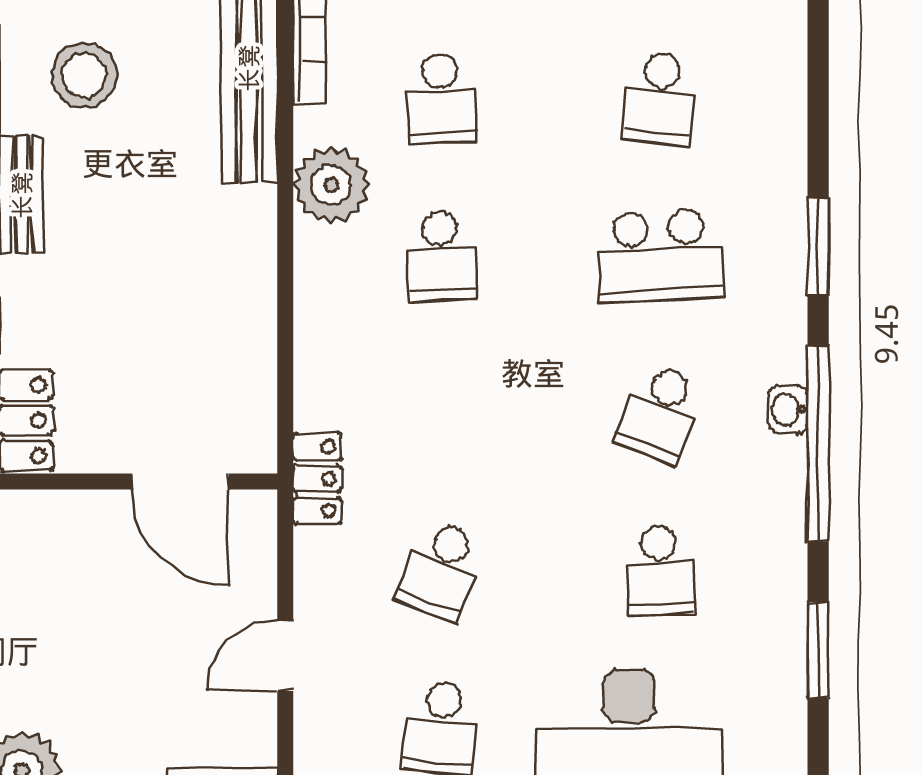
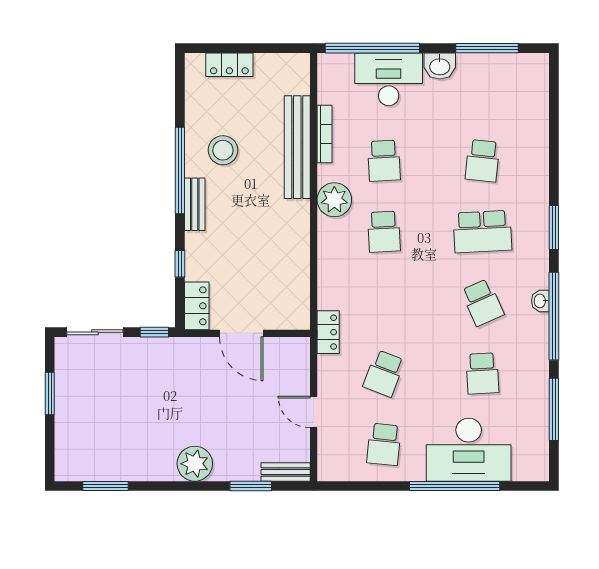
school desk: (660, 413) -> (482, 303), turned -45
door: (181, 481) -> (241, 333), moved
window: (818, 650) -> (554, 409), width x1.44
door: (285, 656) -> (314, 412), hinge flipped

